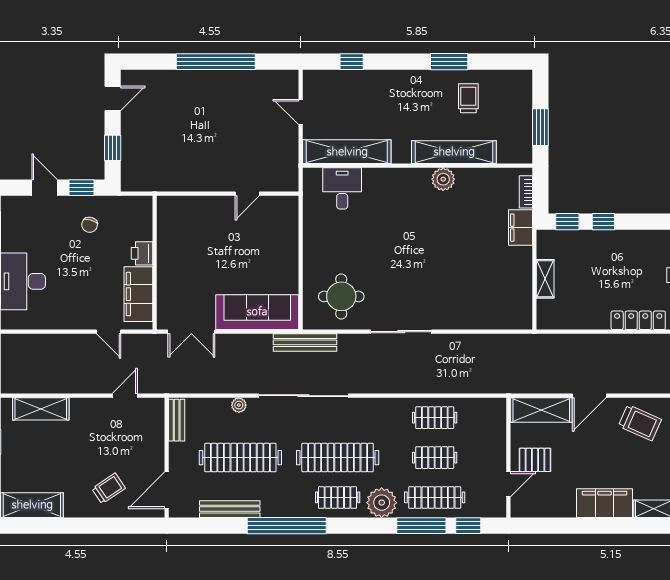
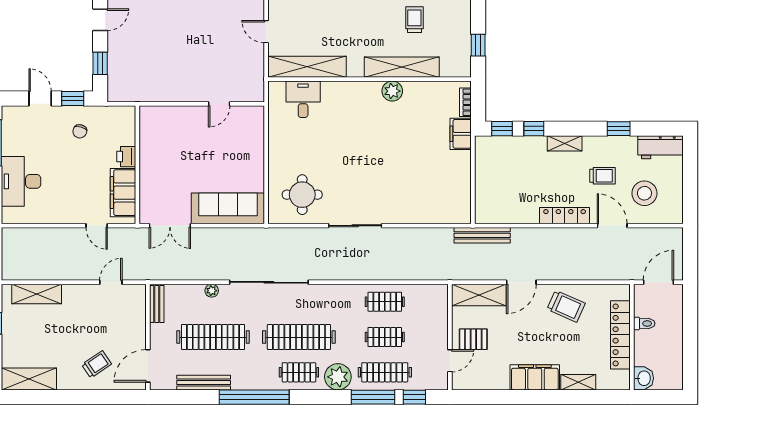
window: (540, 127) -> (478, 45), width x0.67
shelving: (545, 279) -> (565, 143), moved, turned 90
bench: (305, 342) -> (482, 235), moved

